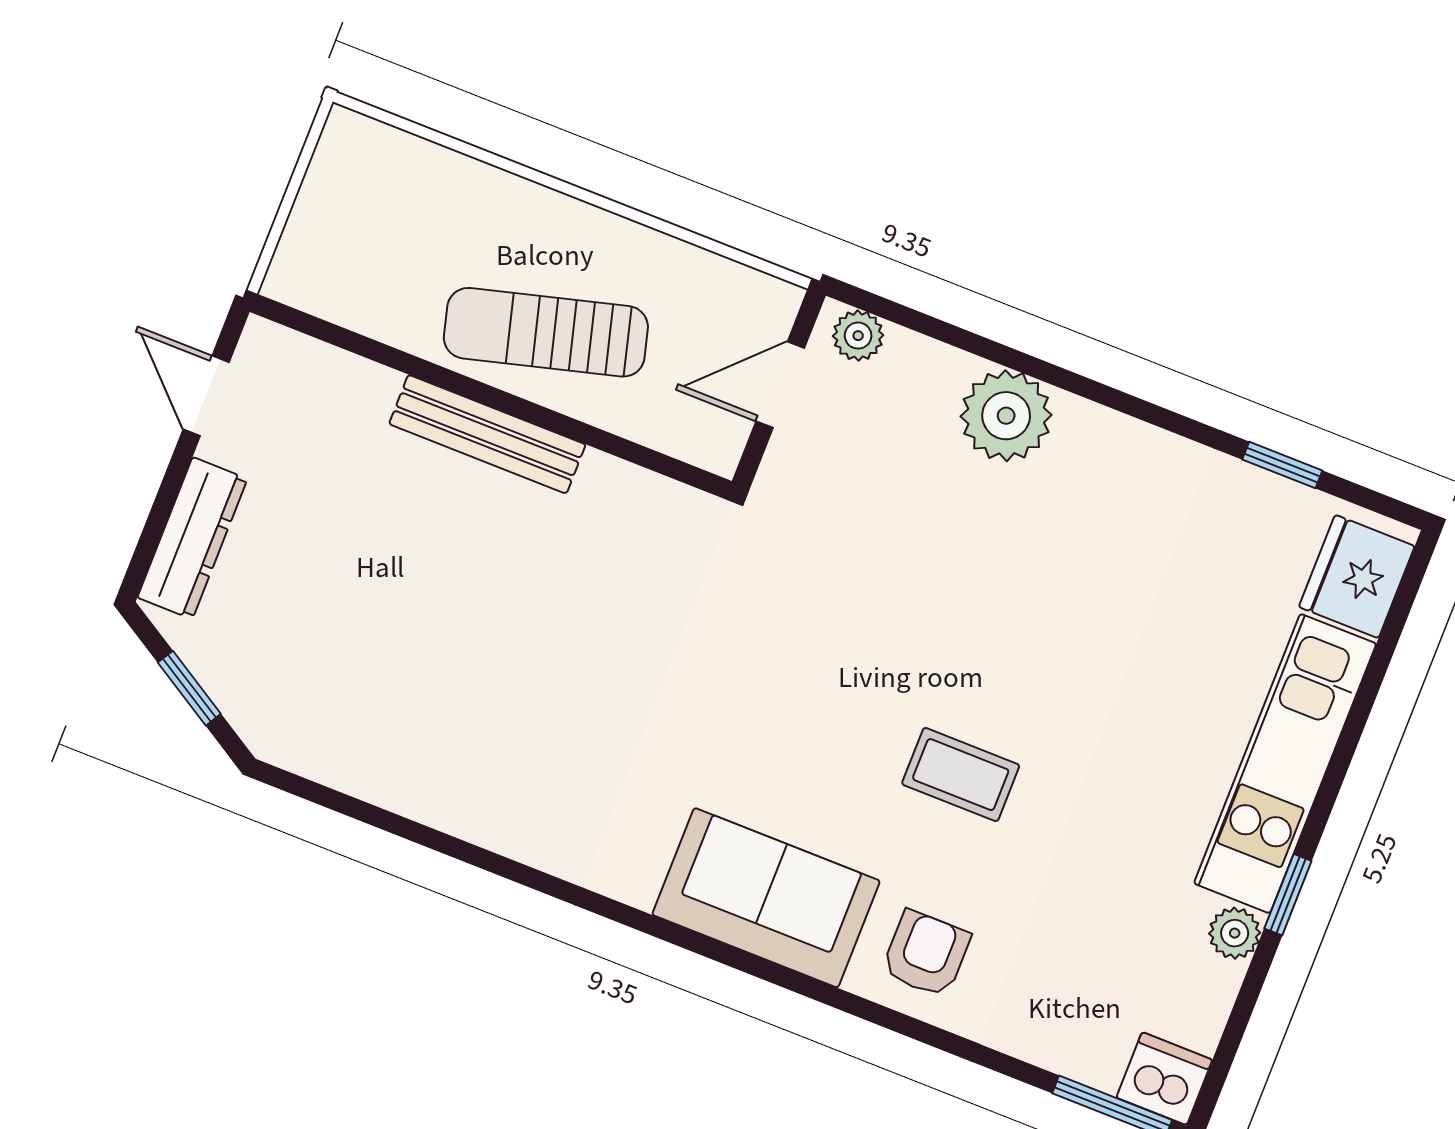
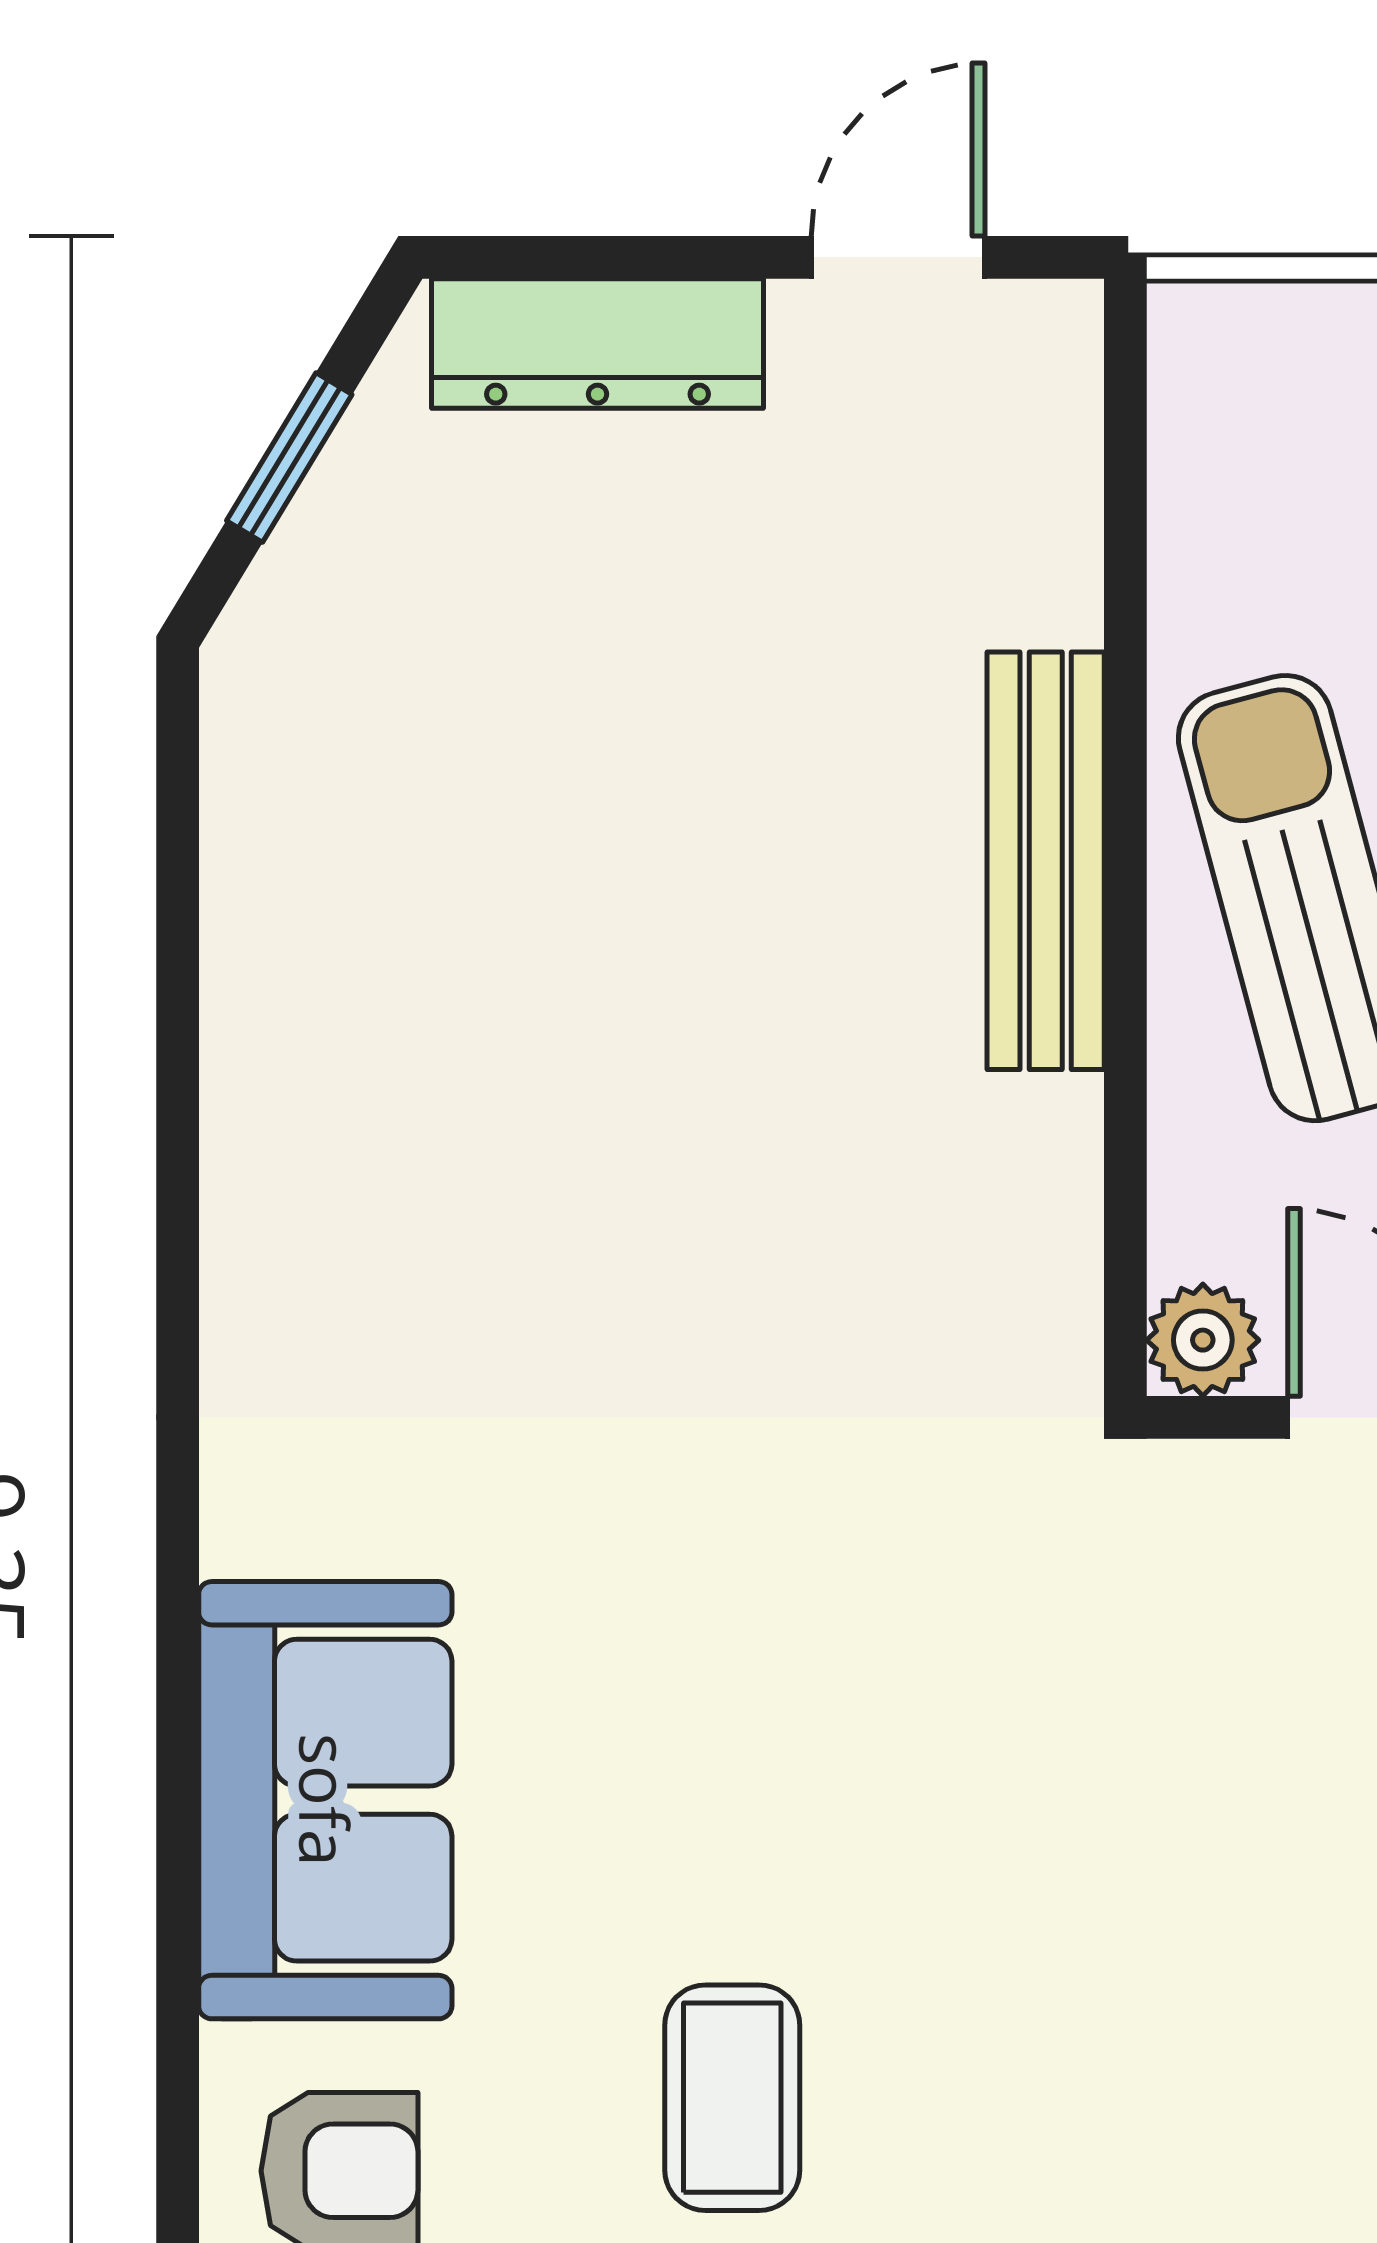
plant: (717, 448) -> (1203, 1340), added

